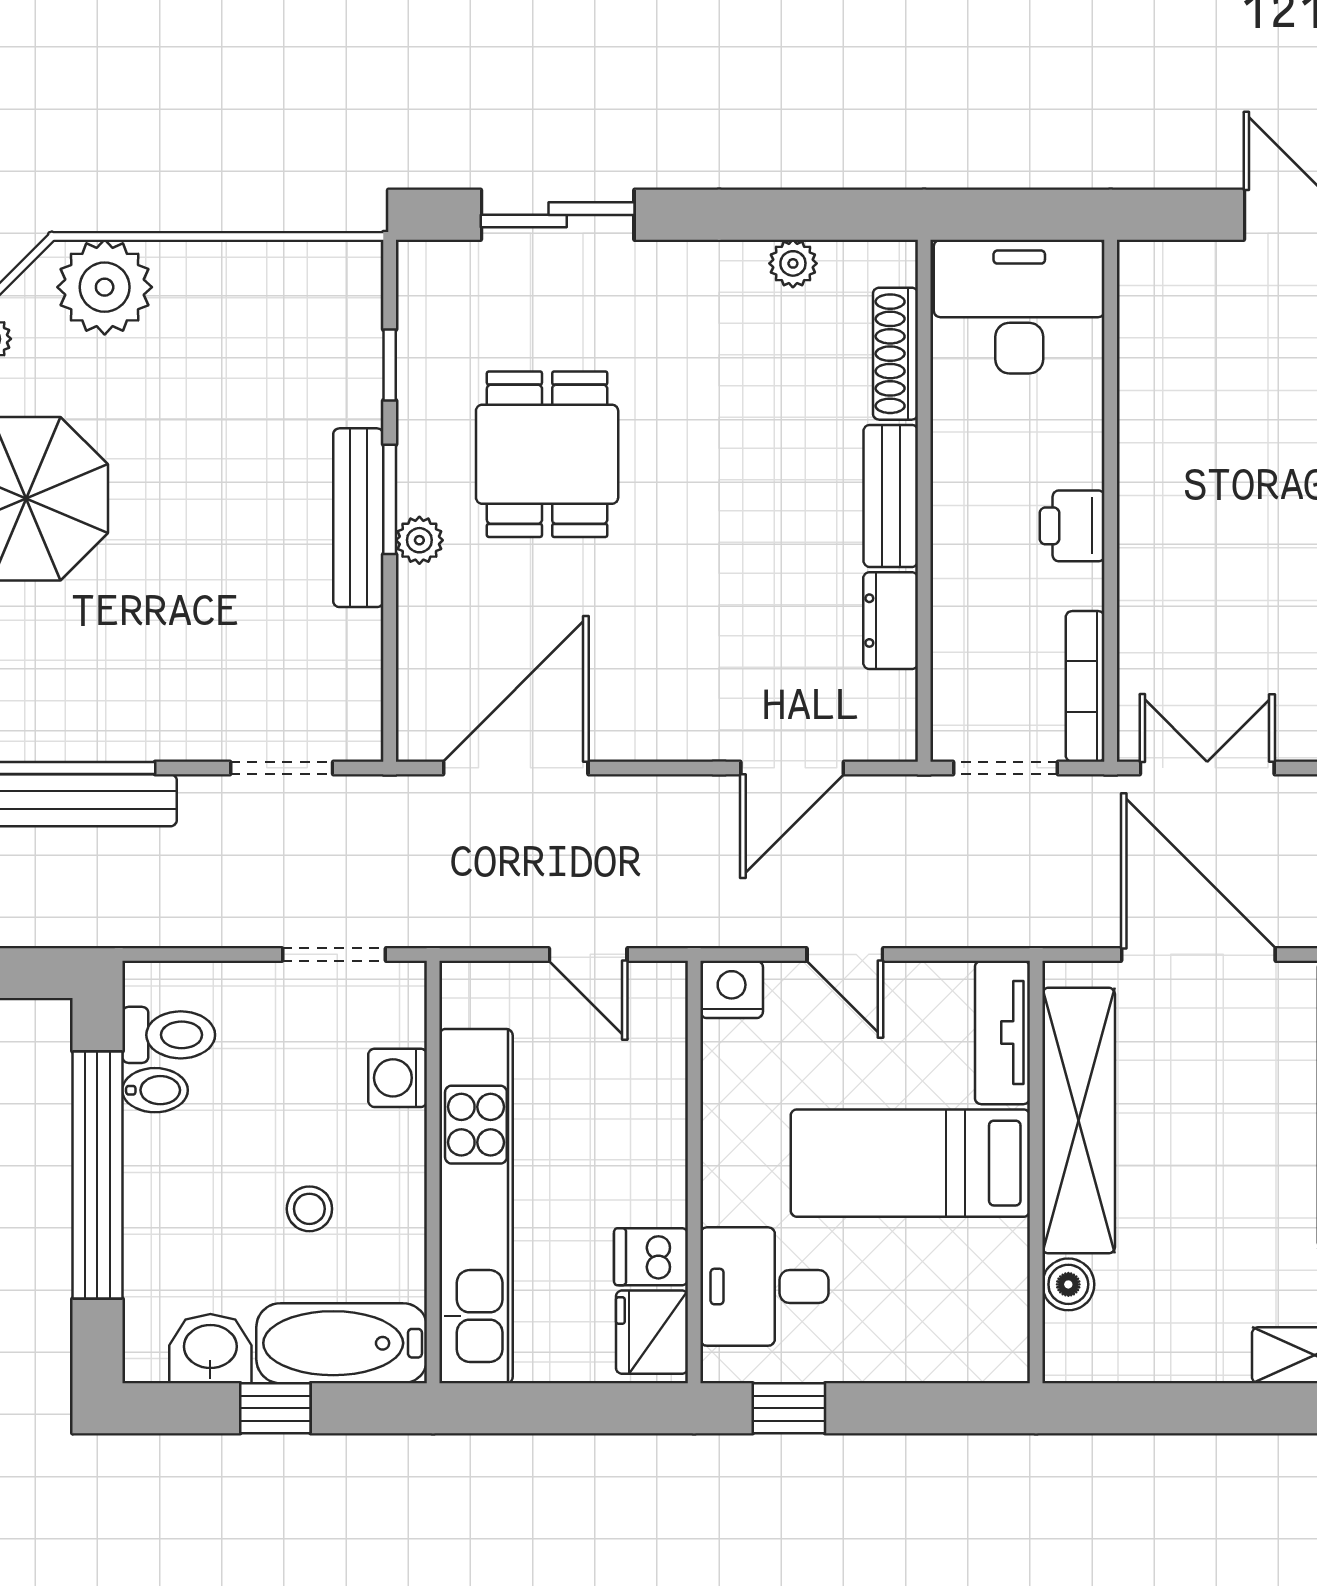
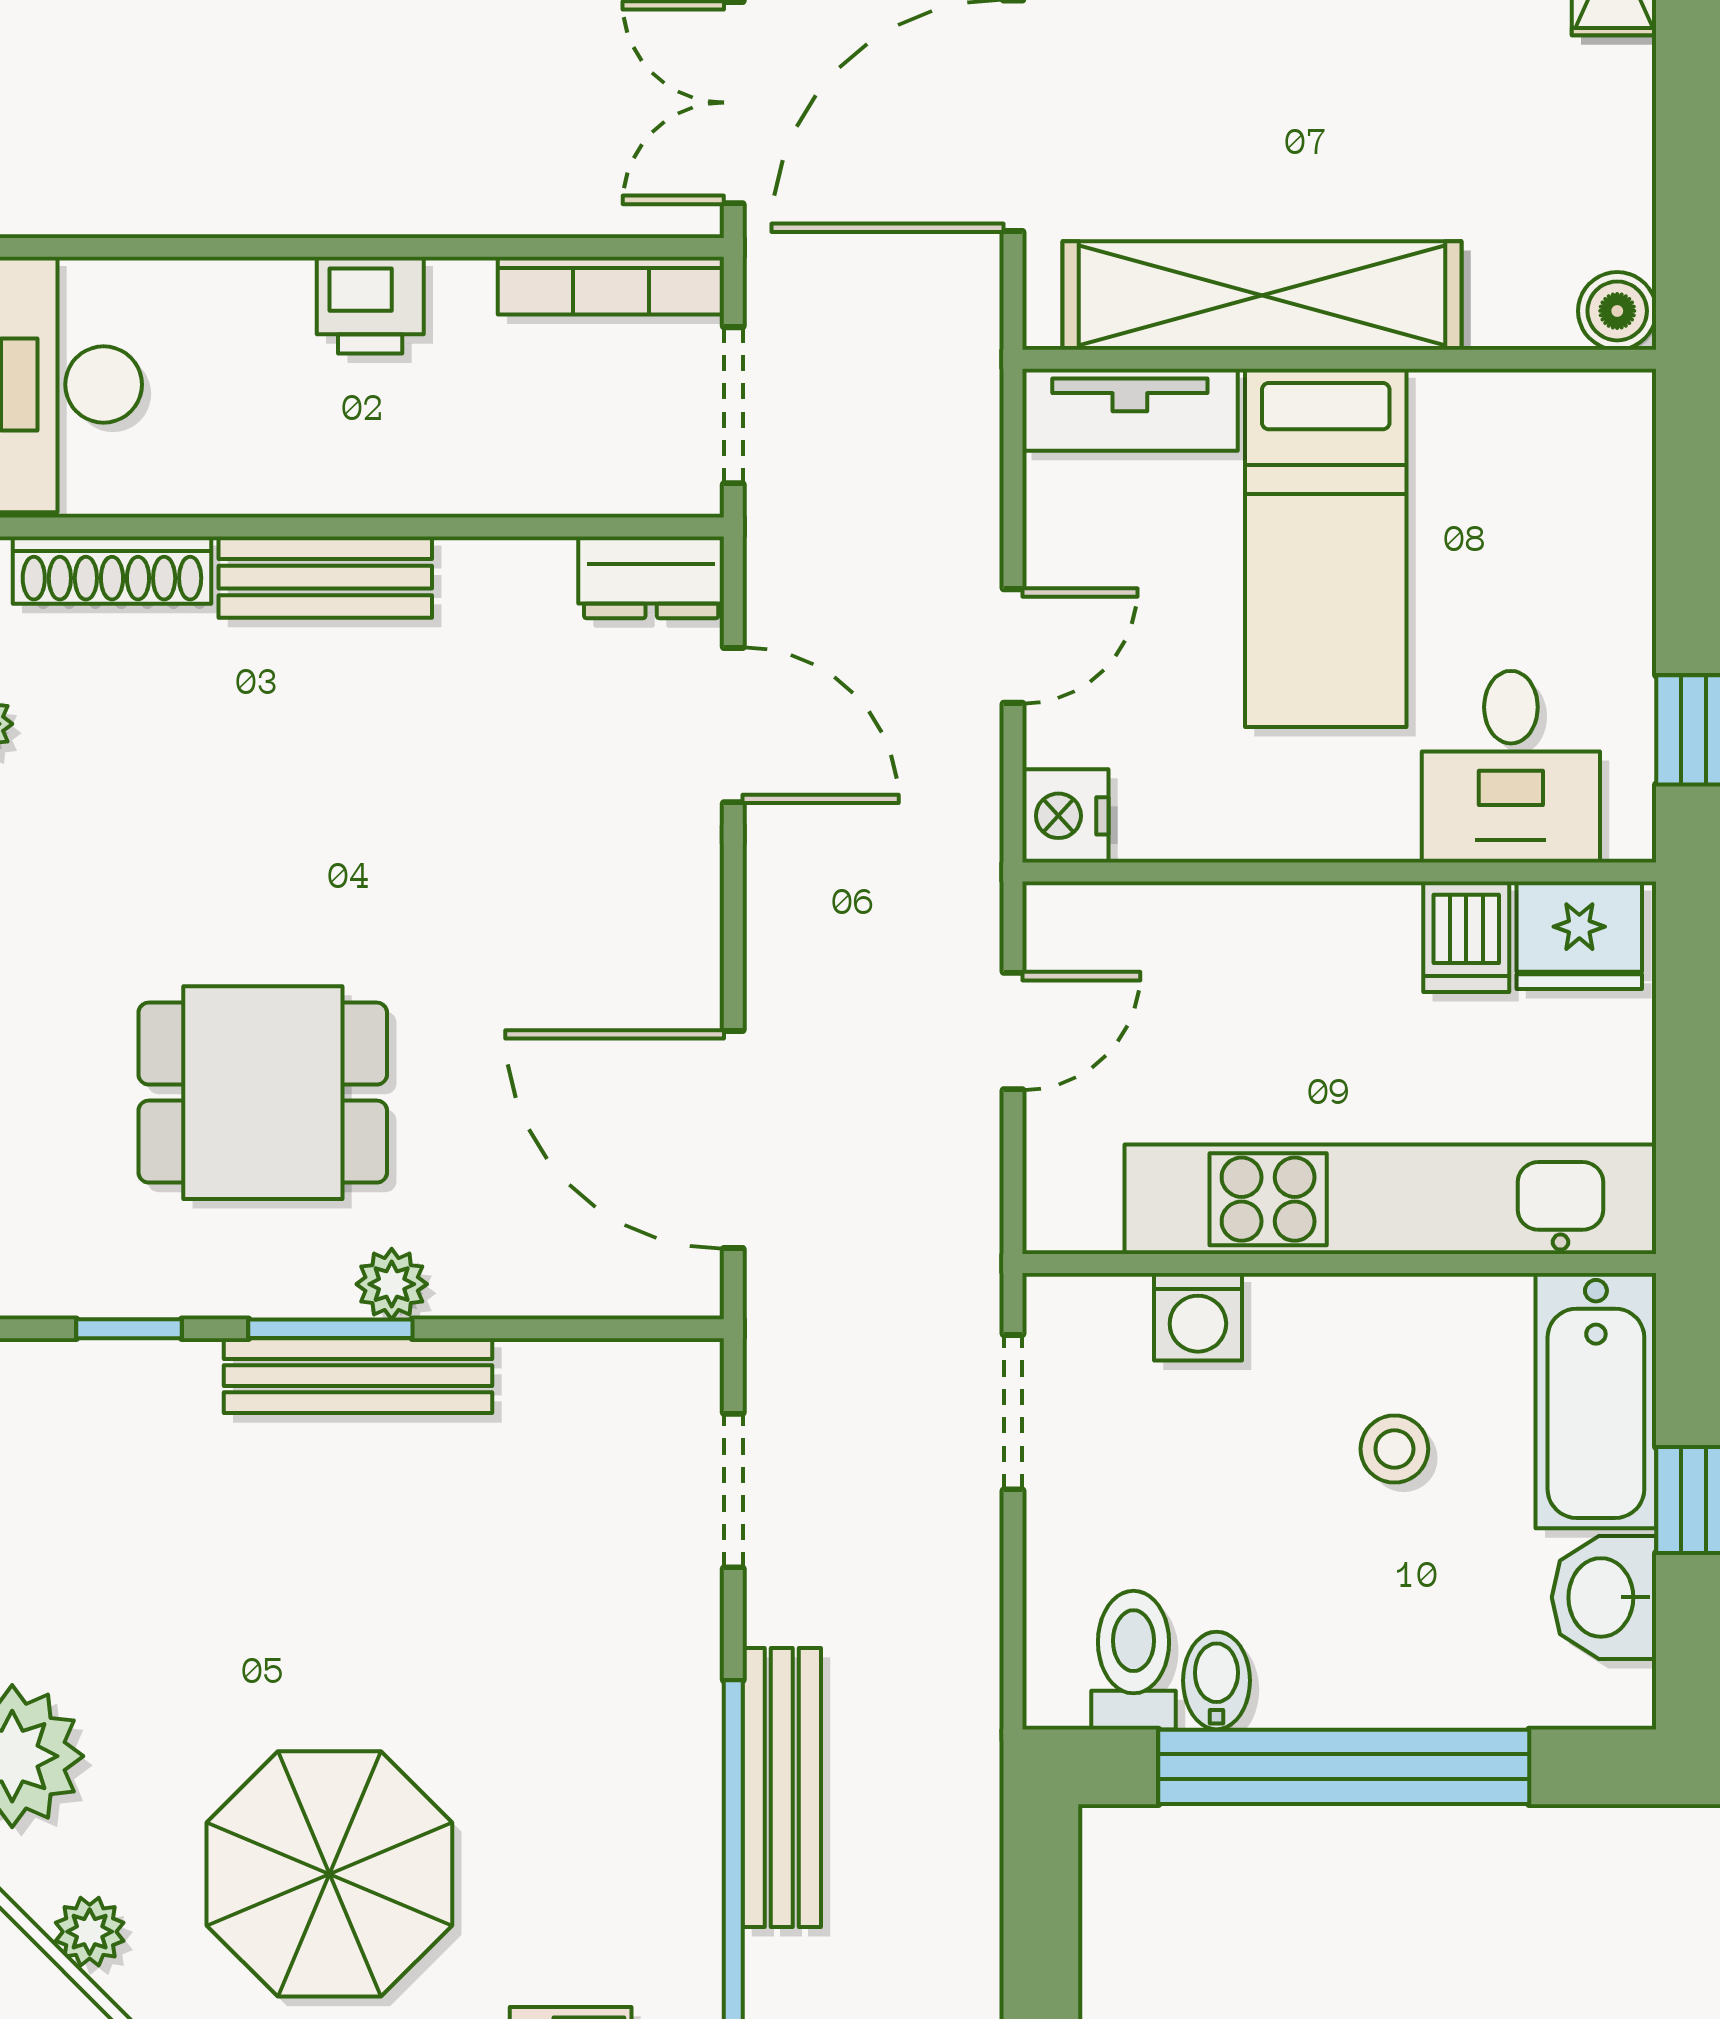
dresser: (891, 621) -> (651, 577), moved
boiler: (1068, 1284) -> (1617, 311), moved

